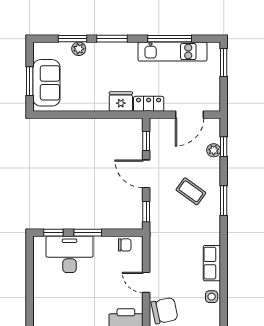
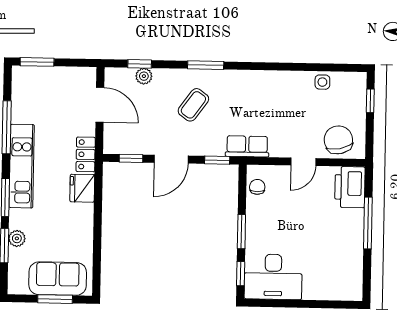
kitchen unit: (173, 52) -> (22, 166), moved
desk: (70, 254) -> (273, 277), moved, turned -90
row of seats: (212, 263) -> (247, 146), moved, turned 180

